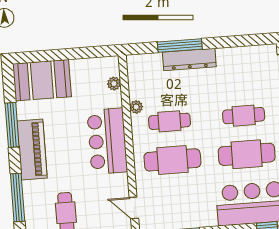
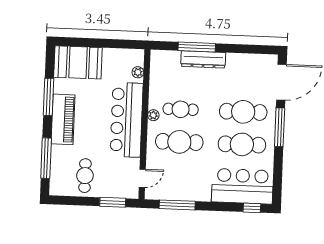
plant: (136, 107) -> (153, 115), moved
cafe table: (244, 116) -> (243, 112), width x1.37, depth x1.35
bar counter: (107, 141) -> (127, 120), width x1.36
door: (134, 208) -> (142, 178), swing flipped

